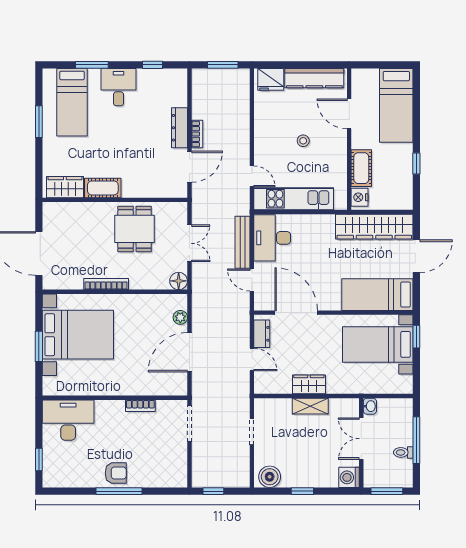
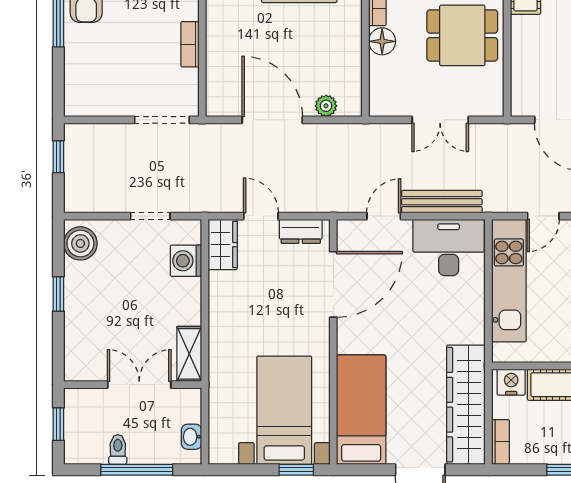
bookcase: (398, 204) -> (501, 442), added
floor lamp: (179, 281) -> (382, 41), moved
door: (252, 360) -> (261, 216), swing flipped
wardrobe: (309, 384) -> (223, 245), moved
shelving: (310, 406) -> (189, 354), moved
washbasin: (370, 406) -> (192, 437), moved, turned 90
washing machine: (349, 477) -> (186, 261), moved, turned -90
window: (387, 491) -> (58, 424), width x0.67

